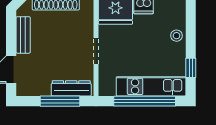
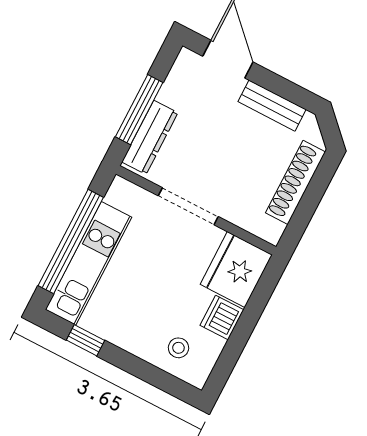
stool: (176, 36) -> (178, 348), moved
doorway: (96, 51) -> (188, 206), width x1.38

